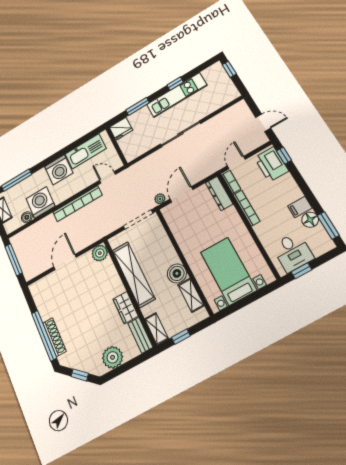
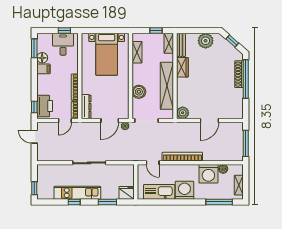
boiler: (177, 273) -> (139, 92), moved

